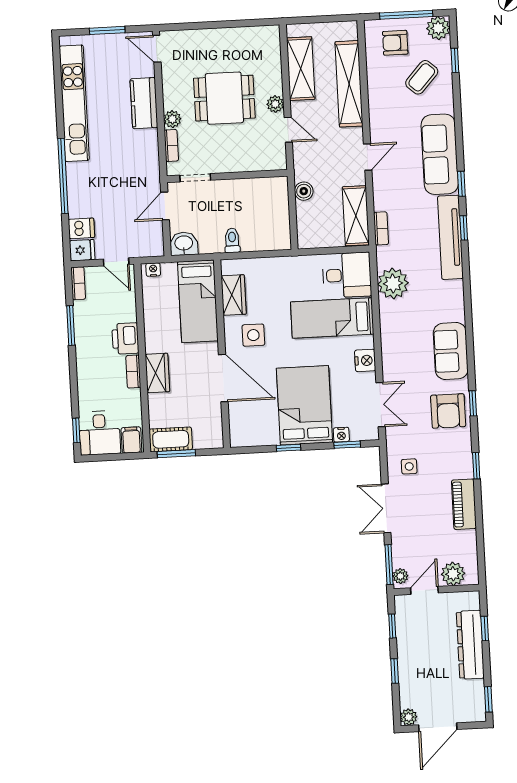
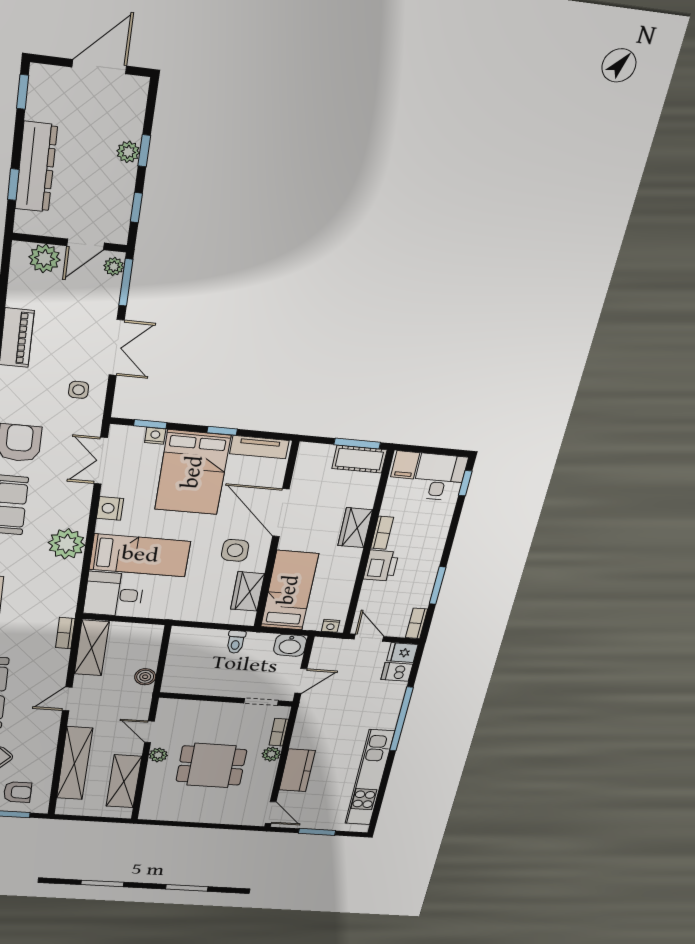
plant: (393, 283) -> (67, 544), moved
tv unit: (255, 438) -> (259, 447), added
plant: (409, 717) -> (128, 152), moved

